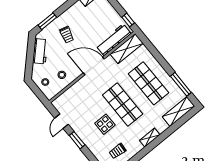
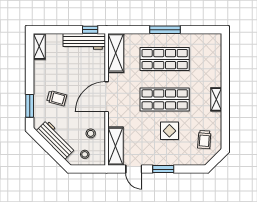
workbench: (114, 40) -> (84, 41), moved, turned -90
workbench: (40, 51) -> (56, 140), width x1.38
window: (181, 84) -> (165, 30), moved
shelving: (178, 111) -> (116, 146), moved

